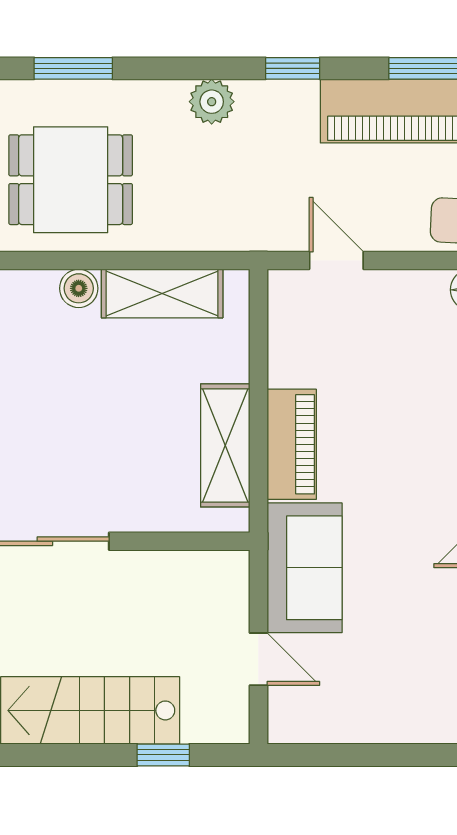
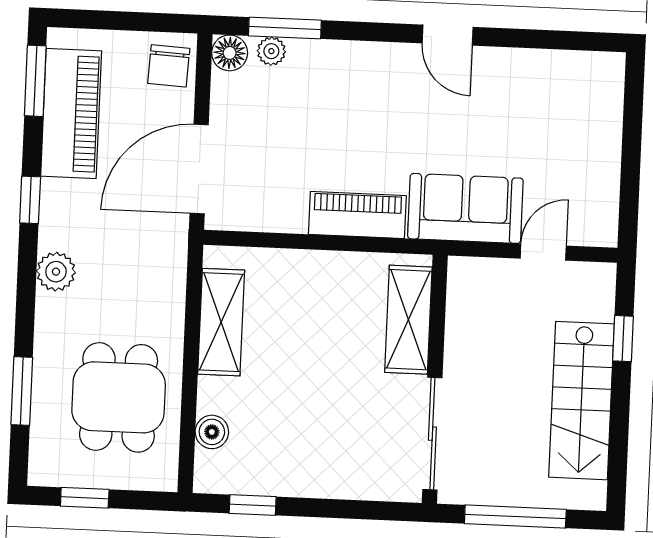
door: (336, 261) -> (199, 169), width x1.87
boiler: (79, 288) -> (212, 432), moved
shelving: (225, 445) -> (408, 320), moved, turned 90

